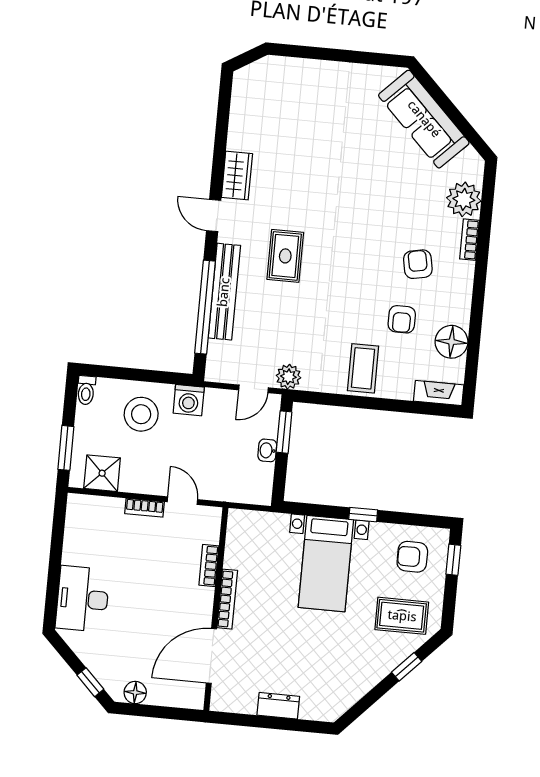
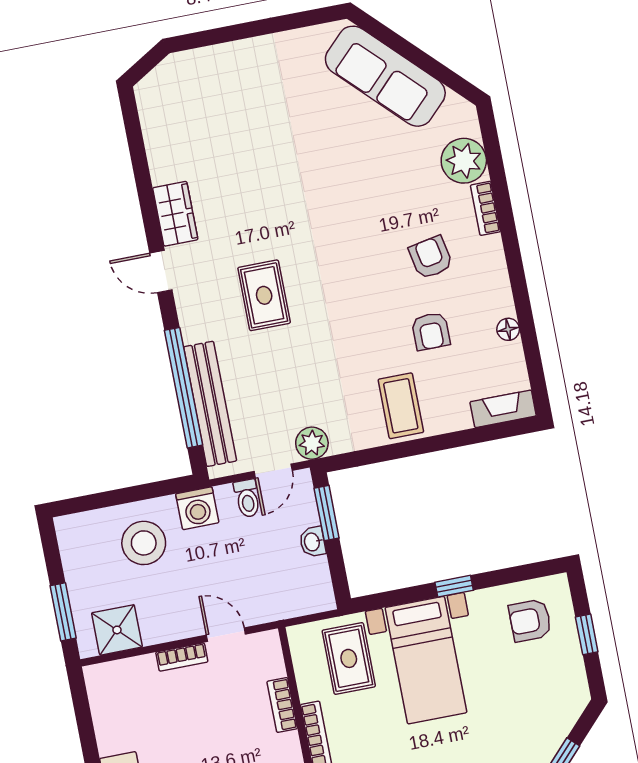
bench: (224, 292) -> (210, 404), moved
floor lamp: (451, 342) -> (508, 329), width x0.53, depth x0.53
toilet: (86, 390) -> (247, 498), moved
window: (453, 560) -> (587, 634), moved
rug: (402, 616) -> (349, 658), moved, turned 90

